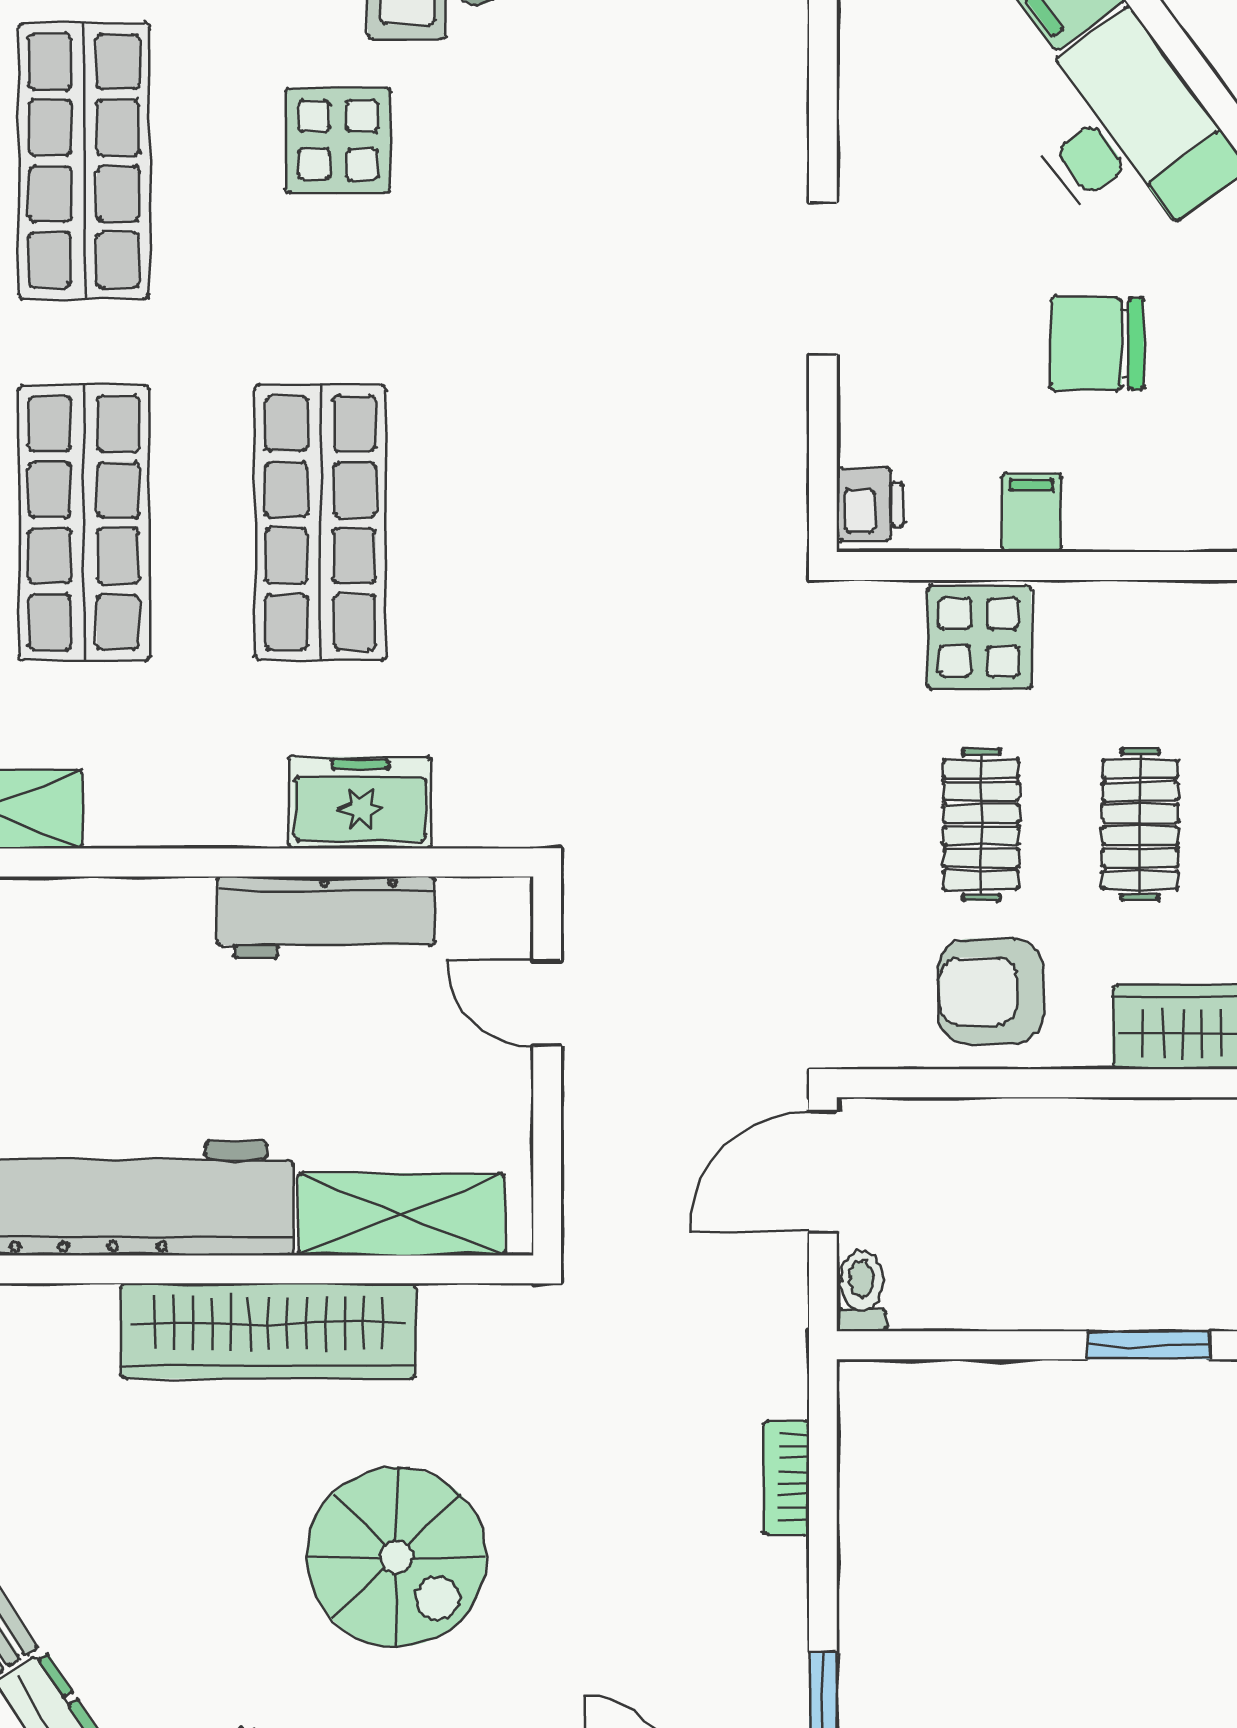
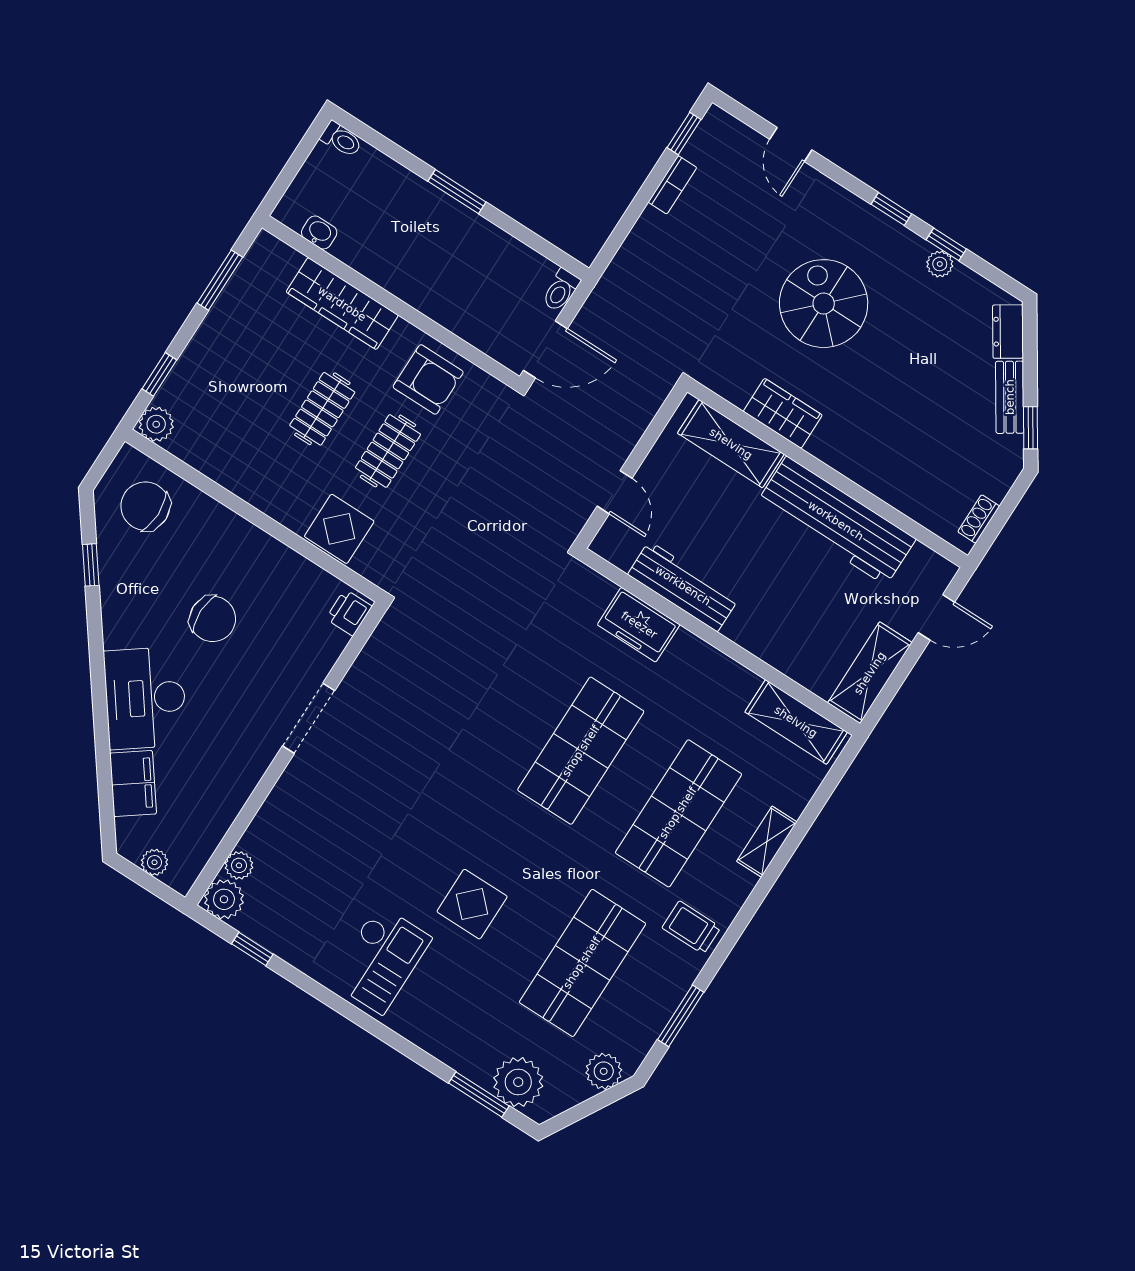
filing cabinet: (1032, 513) -> (284, 566), removed
wardrobe: (269, 1331) -> (783, 413), width x0.48, depth x0.85
bookcase: (786, 1478) -> (672, 185), moved

